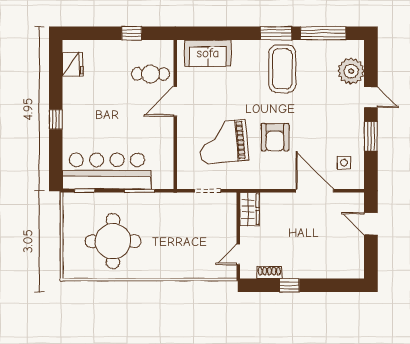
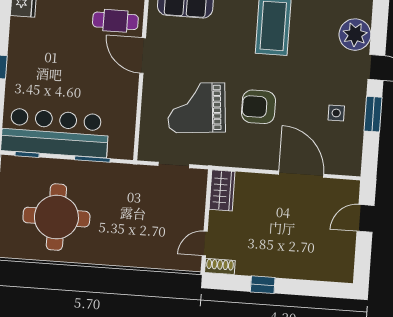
door: (175, 101) -> (143, 56), hinge flipped
armchair: (275, 137) -> (258, 107), turned 90
side table: (344, 163) -> (336, 113), moved
door: (371, 224) -> (366, 218), hinge flipped
shoe rack: (269, 273) -> (220, 266), moved

